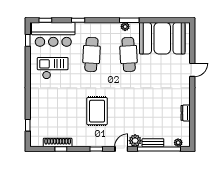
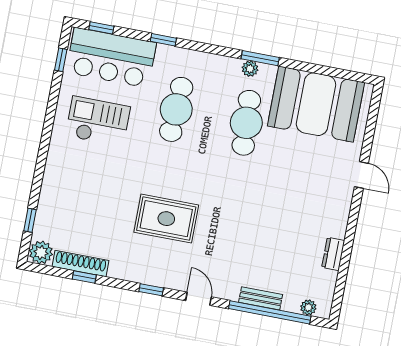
door: (192, 70) -> (361, 175), hinge flipped
rug: (97, 111) -> (166, 219), turned 90
plant: (135, 141) -> (41, 252), moved
door: (121, 149) -> (199, 299), hinge flipped

